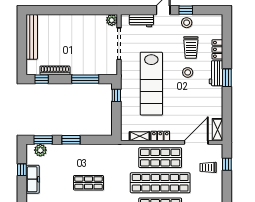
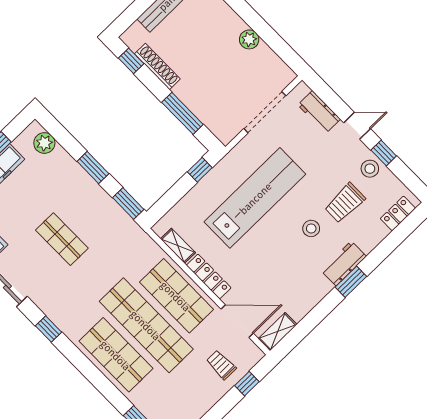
plant: (112, 20) -> (249, 39), moved
locker: (217, 49) -> (398, 213), moved
lab bench: (151, 84) -> (255, 198), turned 180
locker: (160, 136) -> (209, 276), width x1.53
window: (43, 140) -> (128, 204), moved

